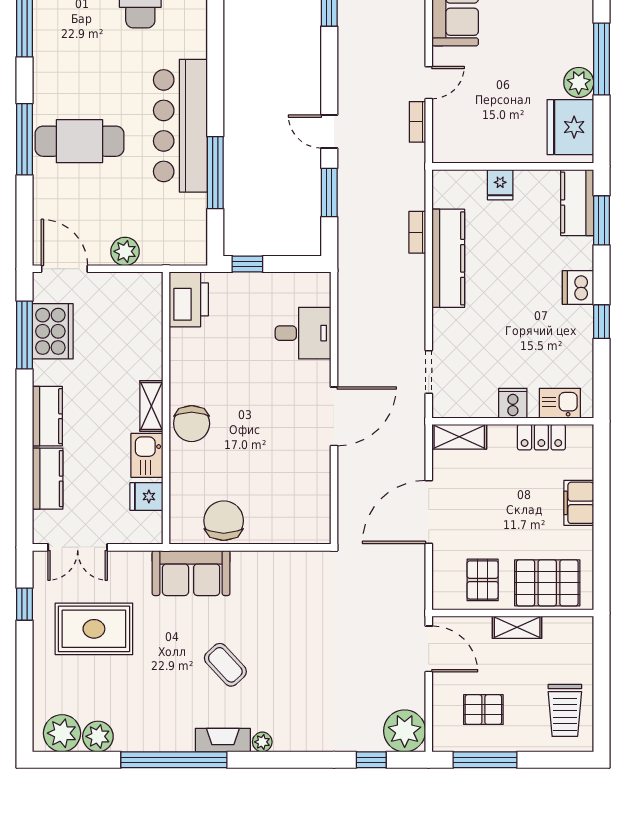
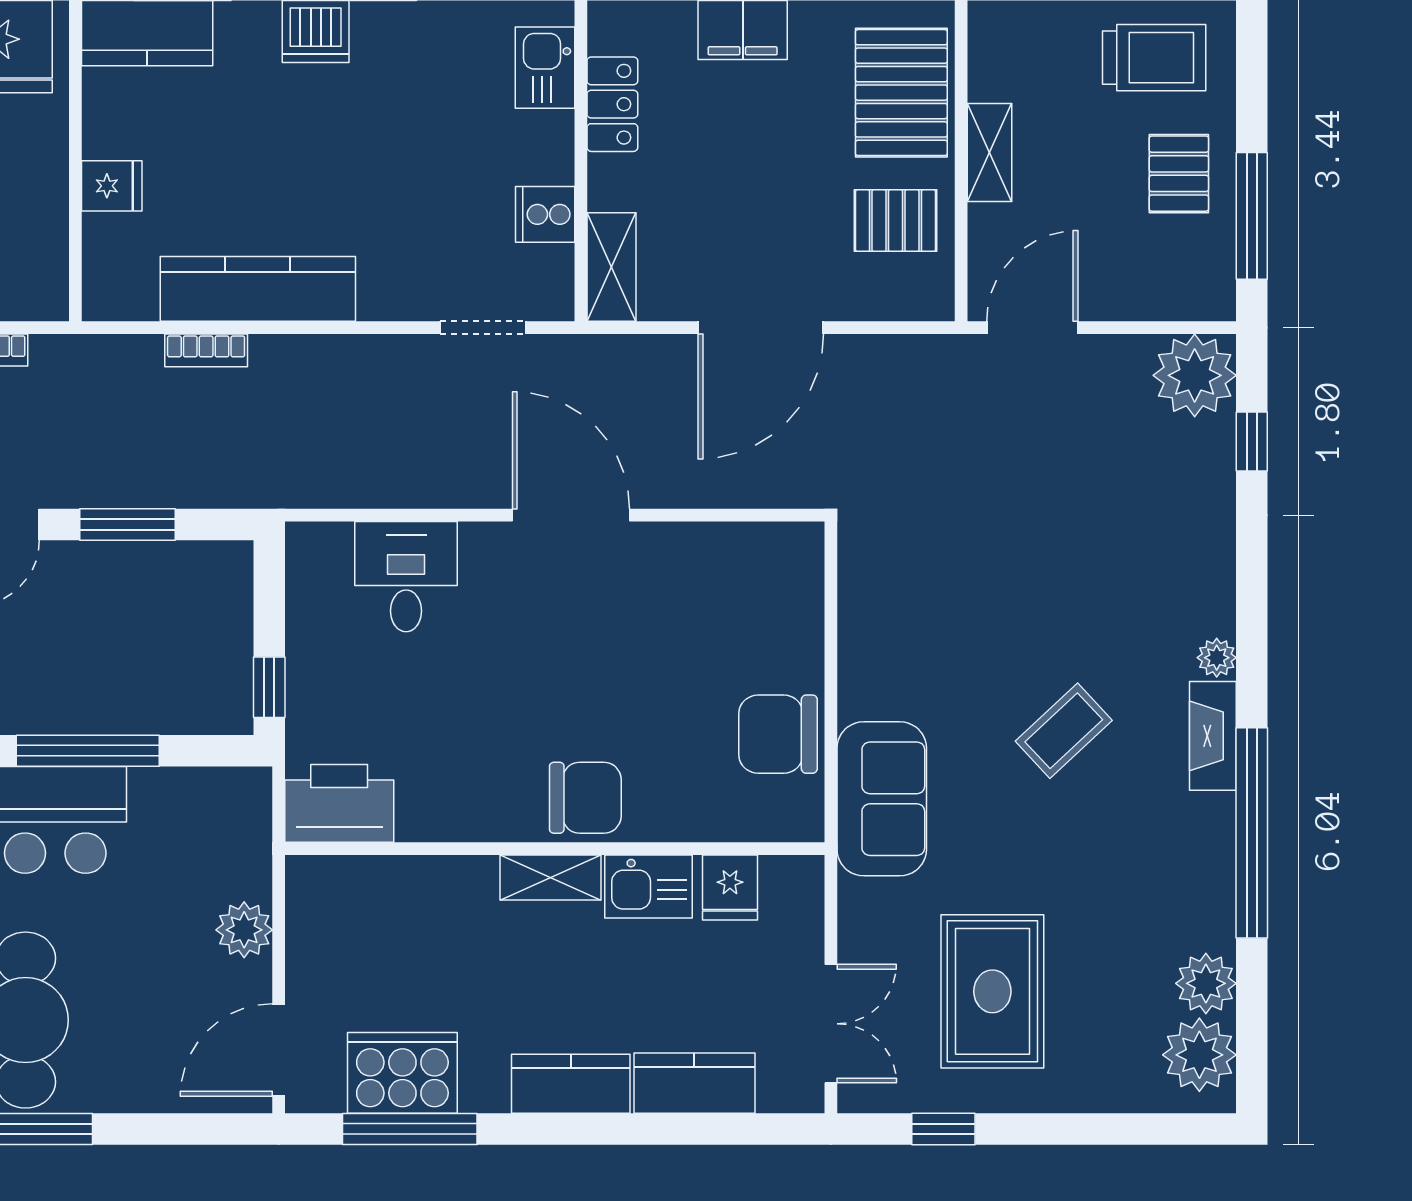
cooker: (513, 403) -> (545, 214), moved
door: (429, 512) -> (761, 328), hinge flipped
pallet: (483, 710) -> (1179, 174), moved

